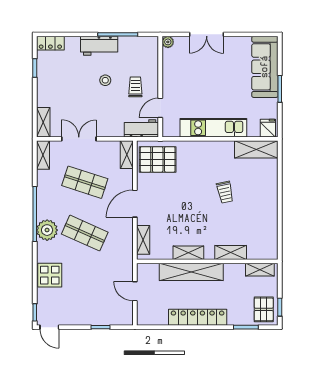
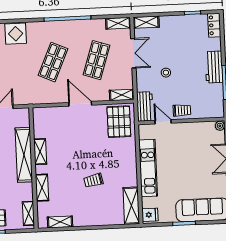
stool: (105, 80) -> (166, 73), moved
trolley: (135, 87) -> (182, 110), moved
plant: (47, 230) -> (54, 30), removed
shelving: (143, 240) -> (60, 222), moved

